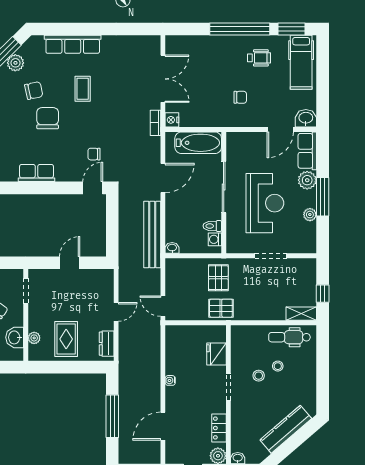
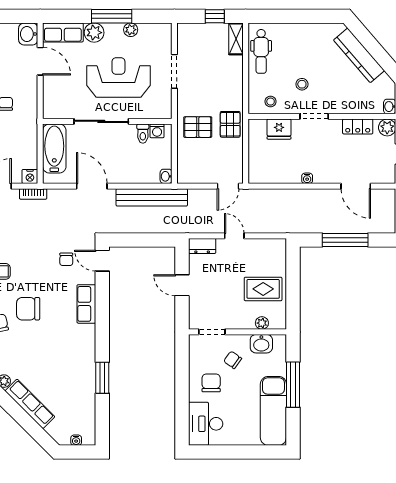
row of seats: (37, 173) -> (86, 304), moved
dresser: (107, 344) -> (202, 246), moved
stool: (278, 366) -> (271, 102), moved

